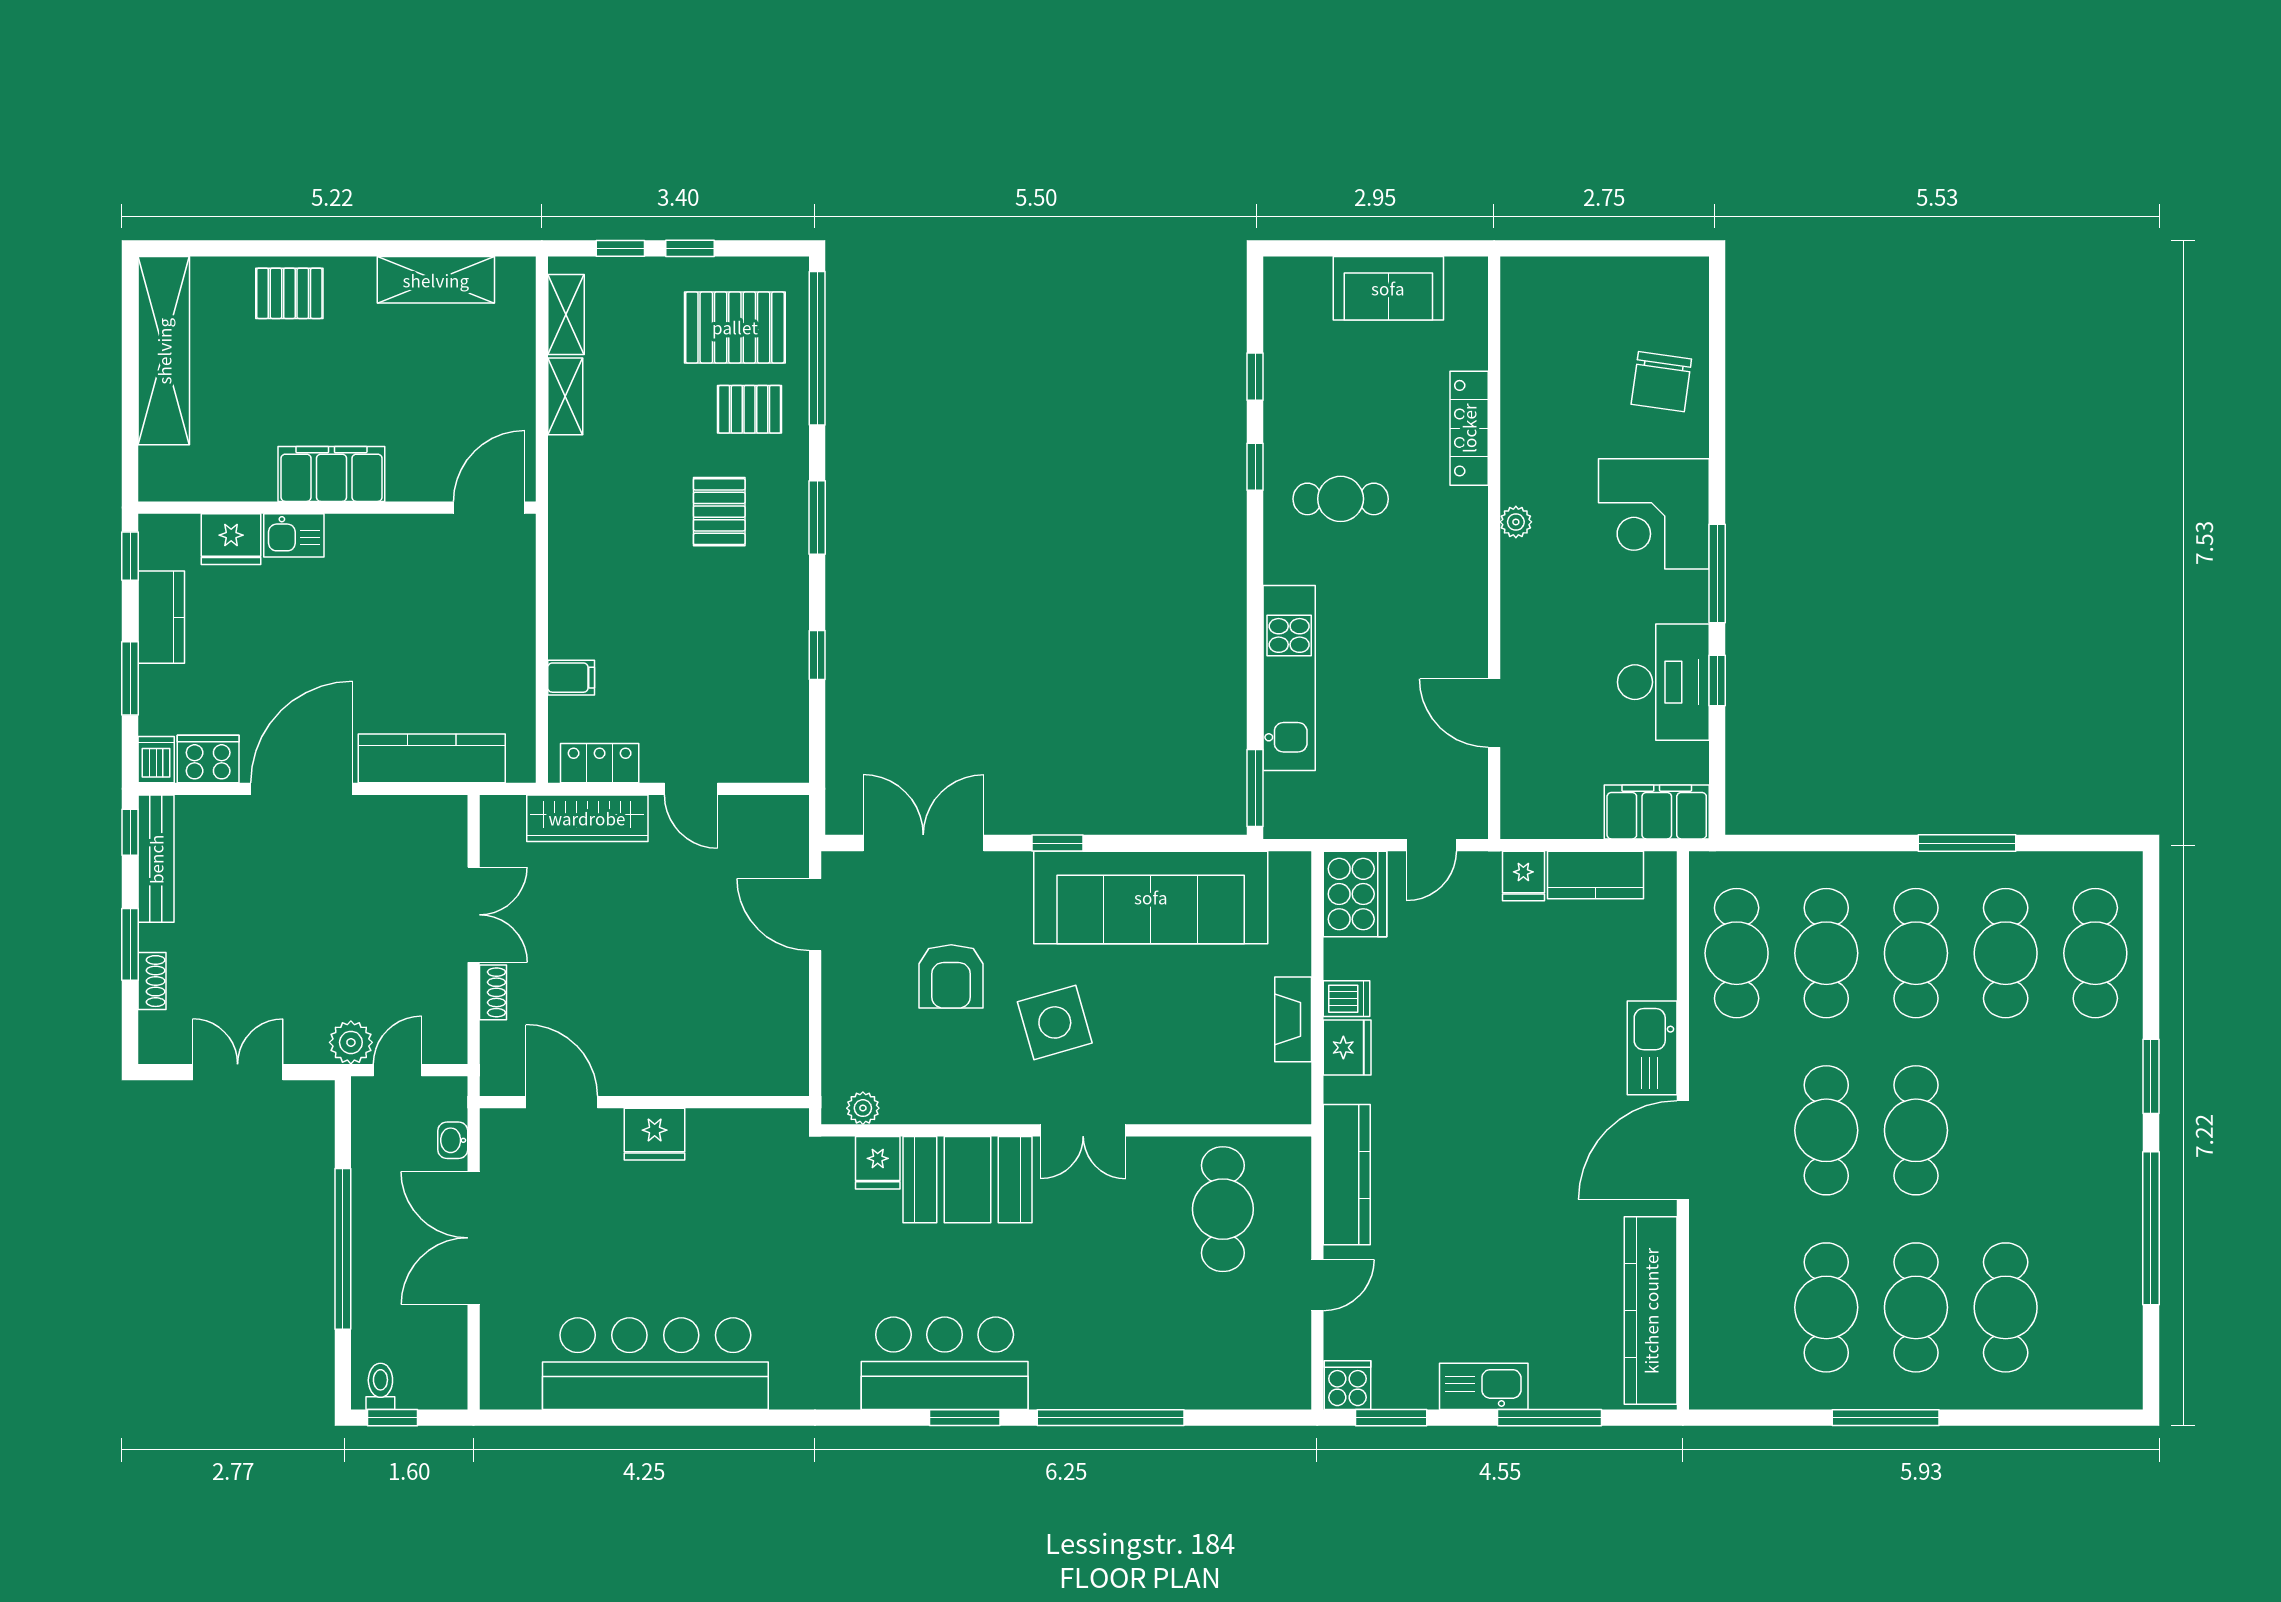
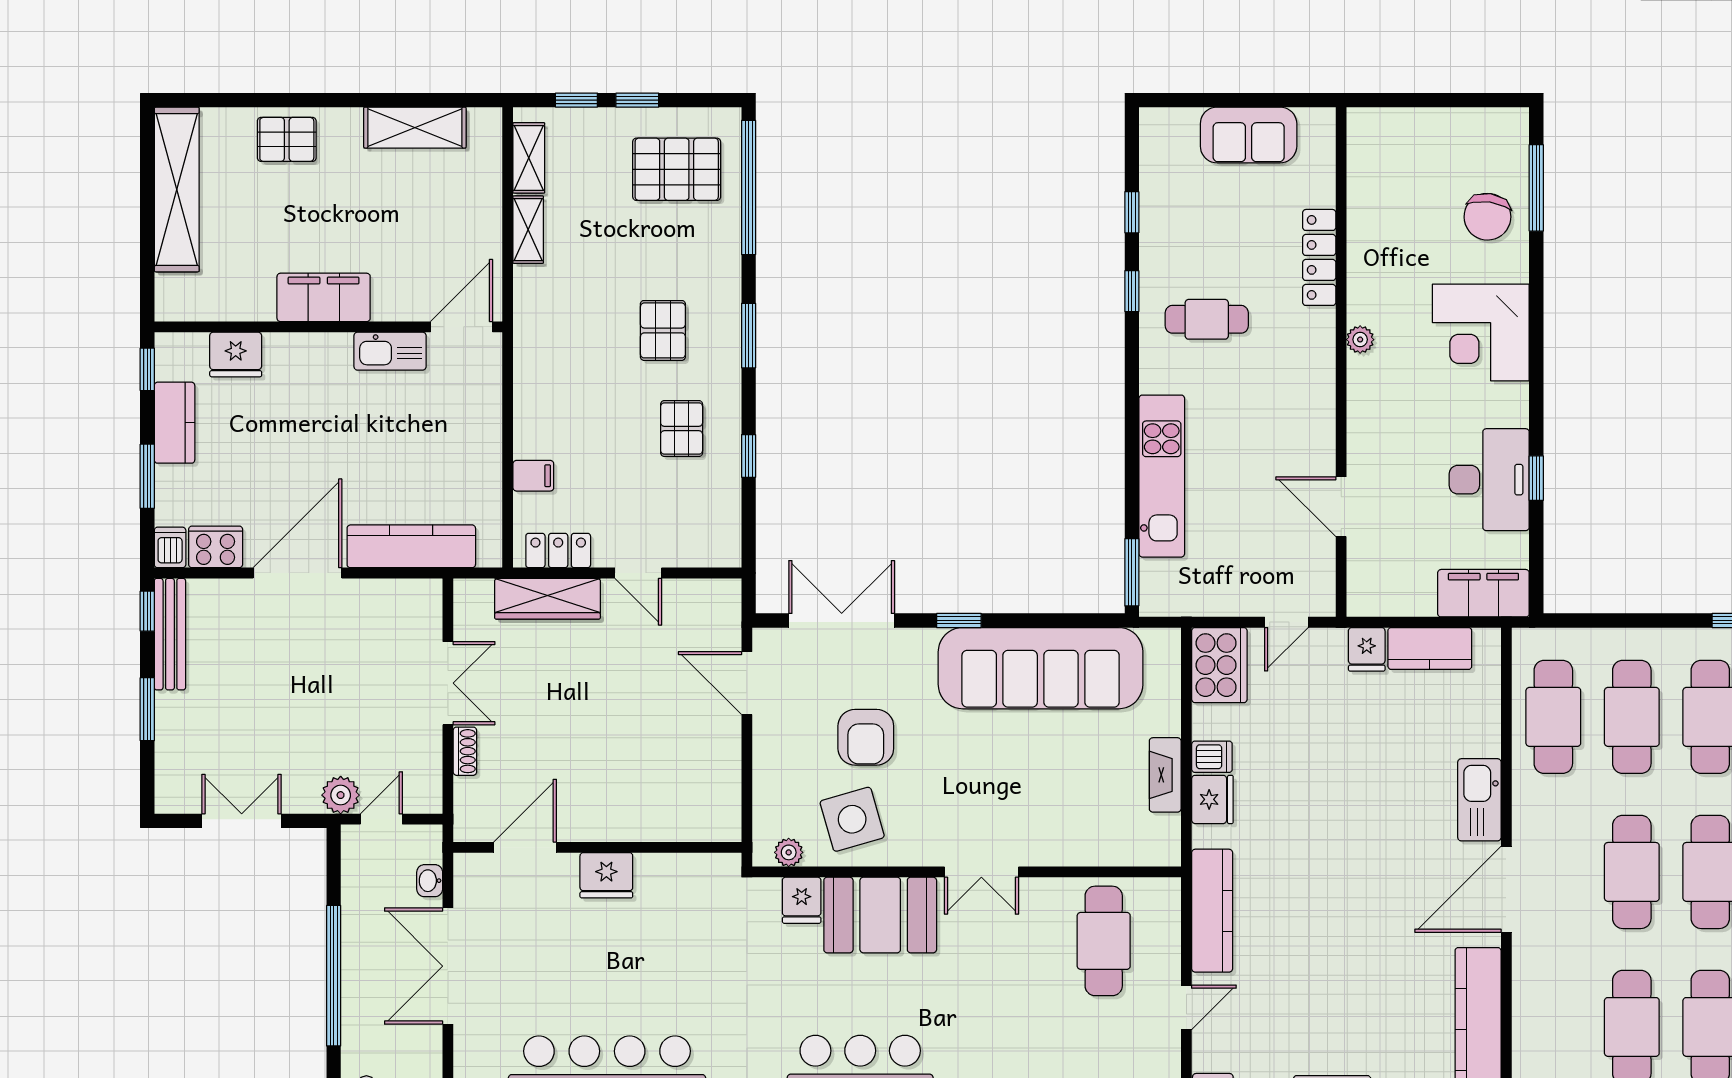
pallet: (750, 409) -> (682, 429), moved, turned 90
kitchen sink: (294, 535) -> (390, 351), moved, width x1.38
window: (1717, 573) -> (1536, 188), moved
shoe rack: (152, 981) -> (166, 741), removed
side table: (1055, 1022) -> (852, 819), moved
door: (562, 1102) -> (525, 847), hinge flipped

